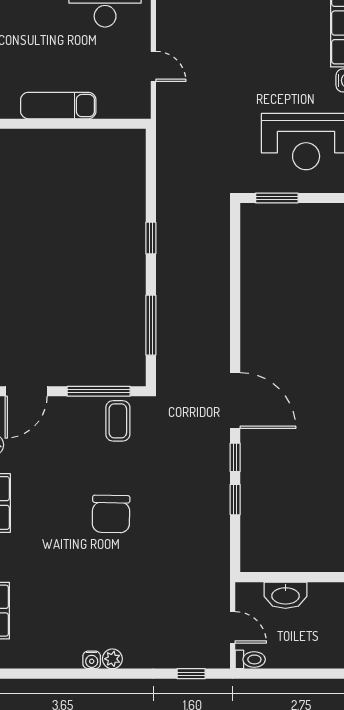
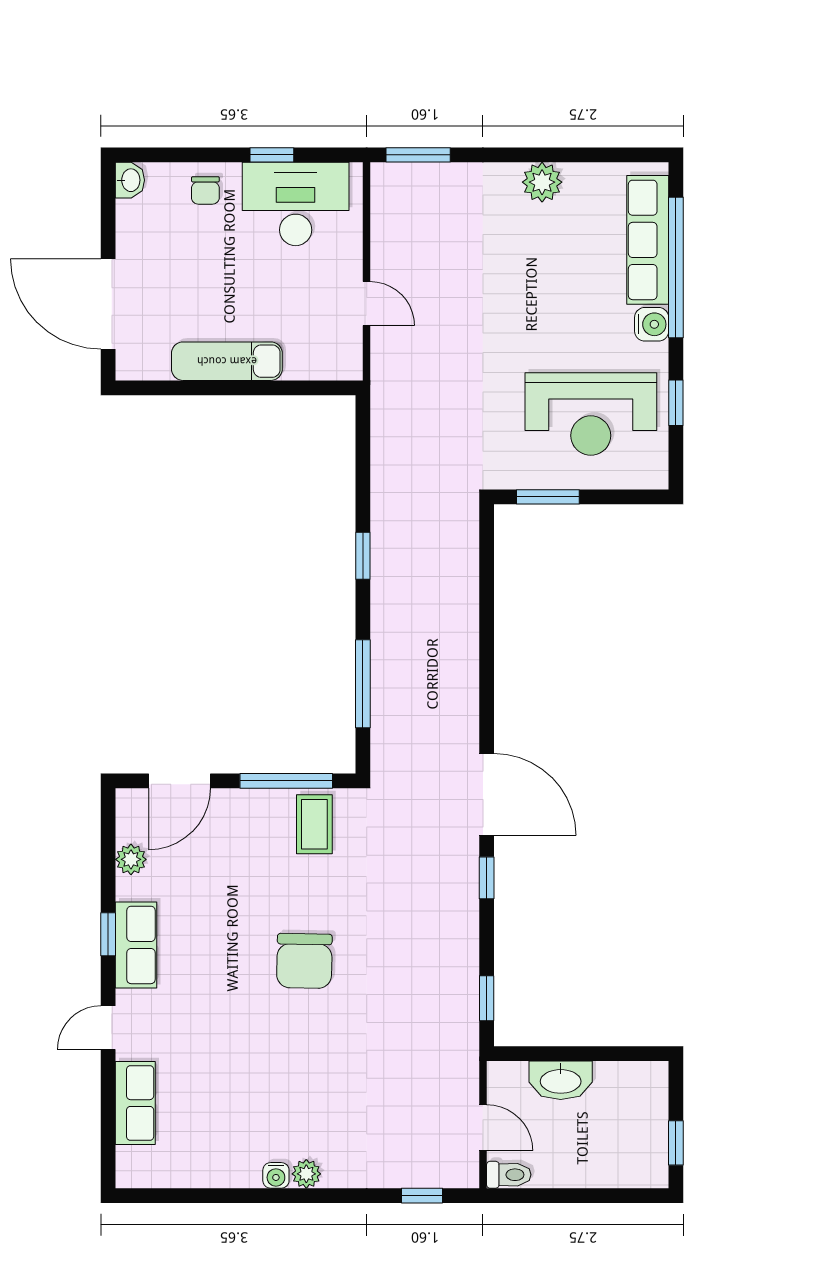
window: (235, 500) -> (487, 998), moved

